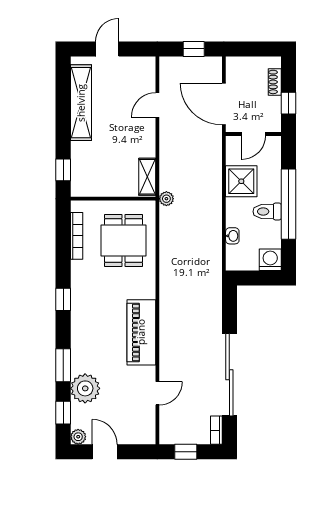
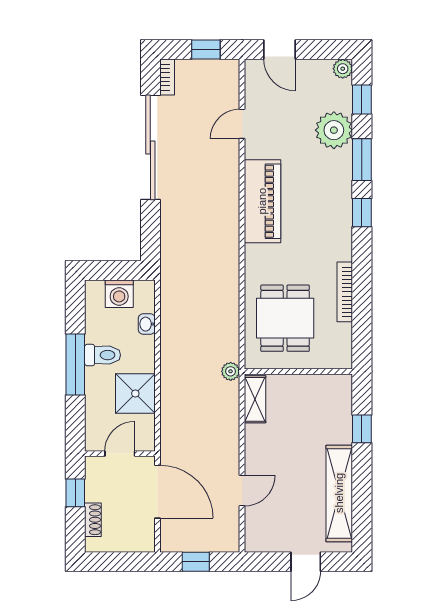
window: (63, 170) -> (362, 429), moved
window: (289, 204) -> (75, 364), width x0.68
bookcase: (77, 236) -> (345, 292), moved
washing machine: (270, 260) -> (119, 294), moved
window: (63, 299) -> (362, 213), moved
door: (105, 452) -> (279, 50), moved

